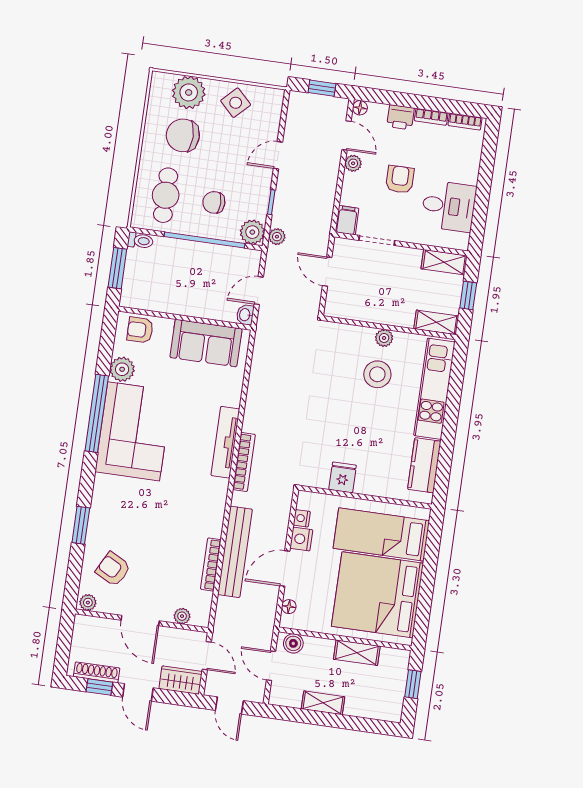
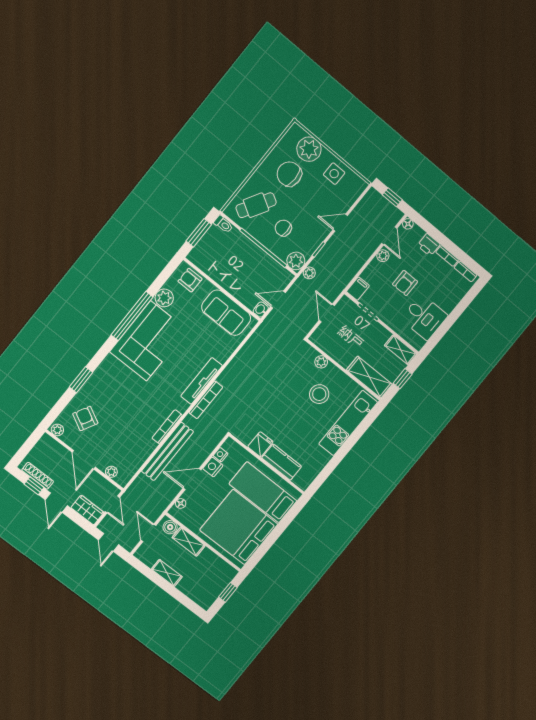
side table: (236, 103) -> (334, 174), turned 45
armchair: (400, 179) -> (405, 283), turned 180
cafe table: (166, 195) -> (256, 205), turned 30
shelving: (436, 322) -> (369, 377), width x1.50, depth x1.33
plant: (384, 338) -> (321, 362), moved
kitchen counter: (424, 465) -> (282, 462), moved, turned 90
bookcase: (211, 564) -> (167, 427), moved
shelving: (357, 653) -> (189, 542), moved

